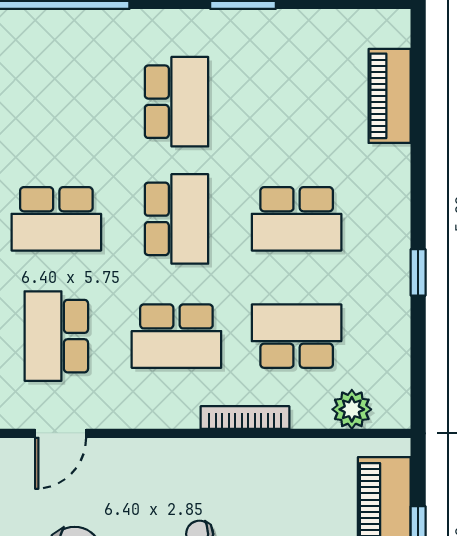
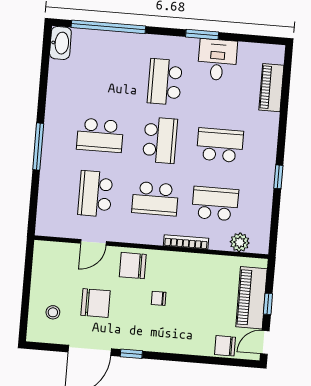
desk: (277, 49) -> (217, 60), added
school desk: (176, 102) -> (165, 82), turned 180
school desk: (297, 219) -> (220, 145), turned 180
chair: (143, 473) -> (133, 266), added

